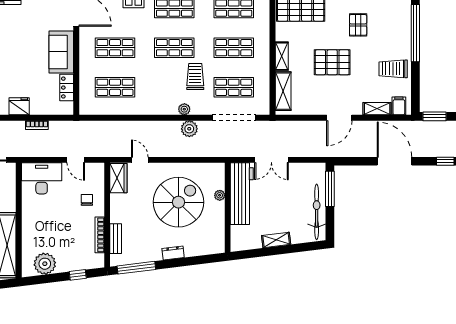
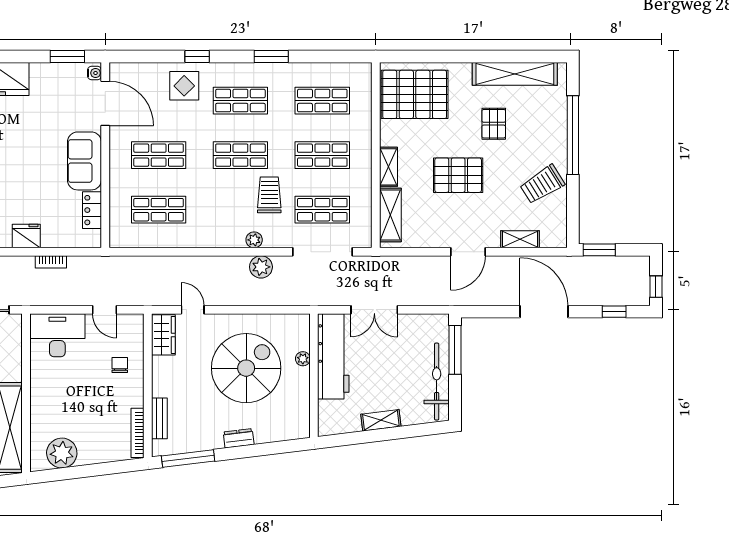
trolley: (393, 69) -> (542, 184), turned -32
filing cabinet: (399, 106) -> (550, 235), removed
bookcase: (100, 235) -> (137, 433), moved
window: (78, 275) -> (107, 468), removed

